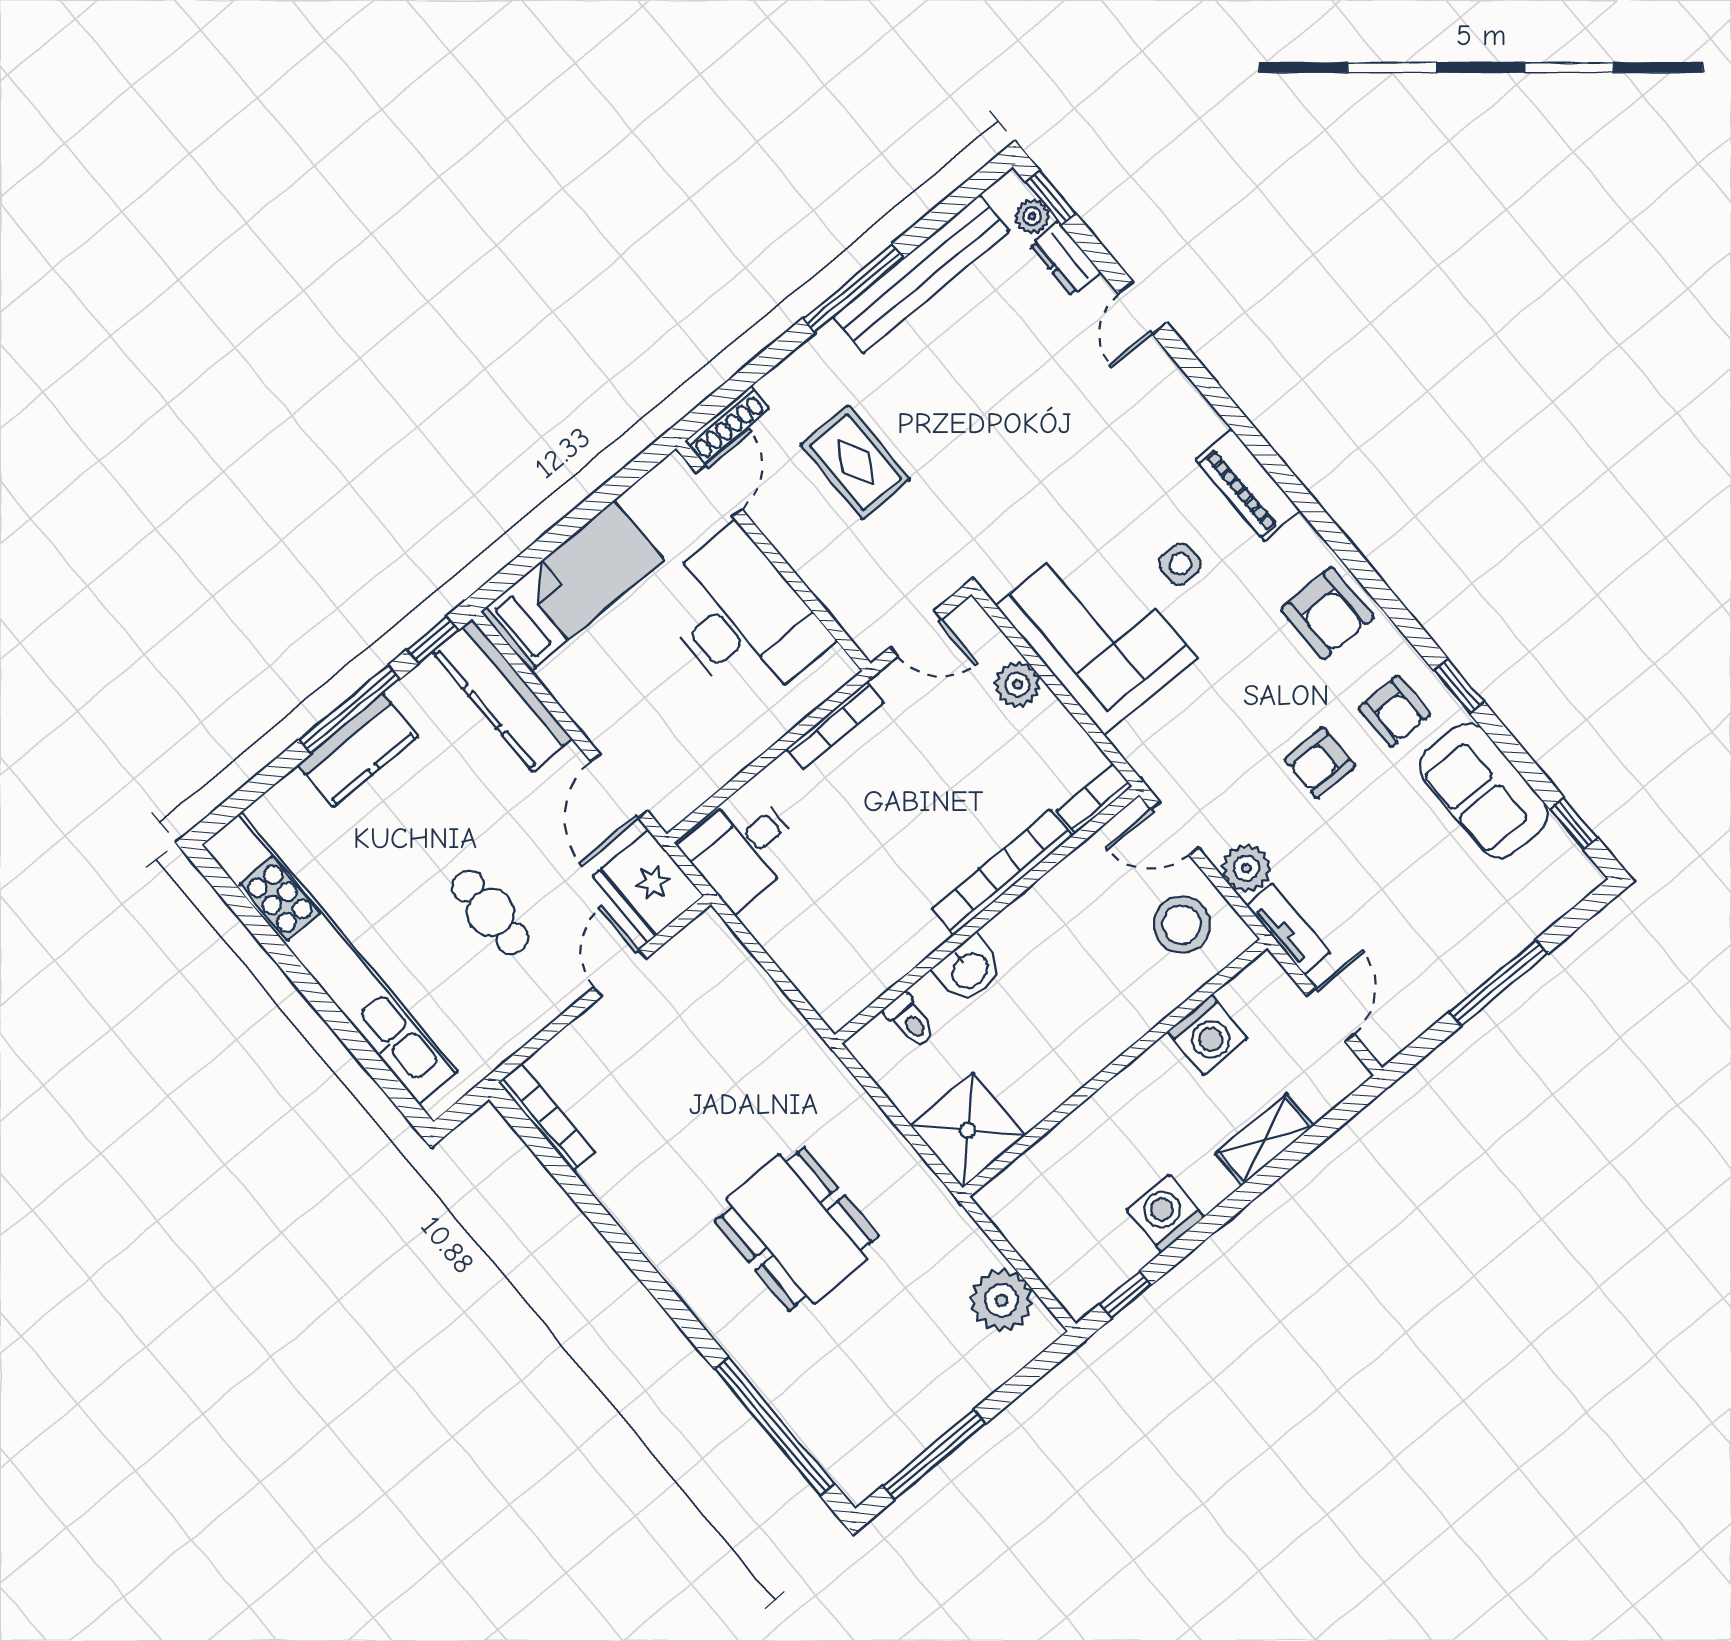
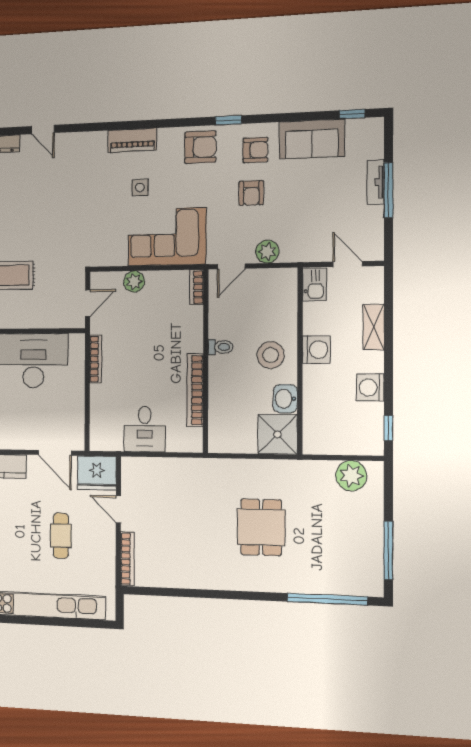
corner sofa: (1096, 632) -> (167, 237), moved
window: (1459, 686) -> (228, 120), moved
desk: (742, 849) -> (145, 429), moved
bookcase: (1002, 872) -> (195, 390), moved
cafe table: (490, 912) -> (61, 536), turned 90
stool: (1182, 925) -> (271, 355), moved
tv unit: (1288, 929) -> (376, 182), moved, turned -90
washbasin: (969, 970) -> (285, 399), moved, turned 180
kitchen sink: (1256, 989) -> (315, 284), added
toilet: (910, 1020) -> (220, 347), moved
washing machine: (1207, 1035) -> (316, 350), moved
bookcase: (547, 1117) -> (127, 559), moved, turned 90
dining table: (797, 1229) -> (261, 527), width x0.73

